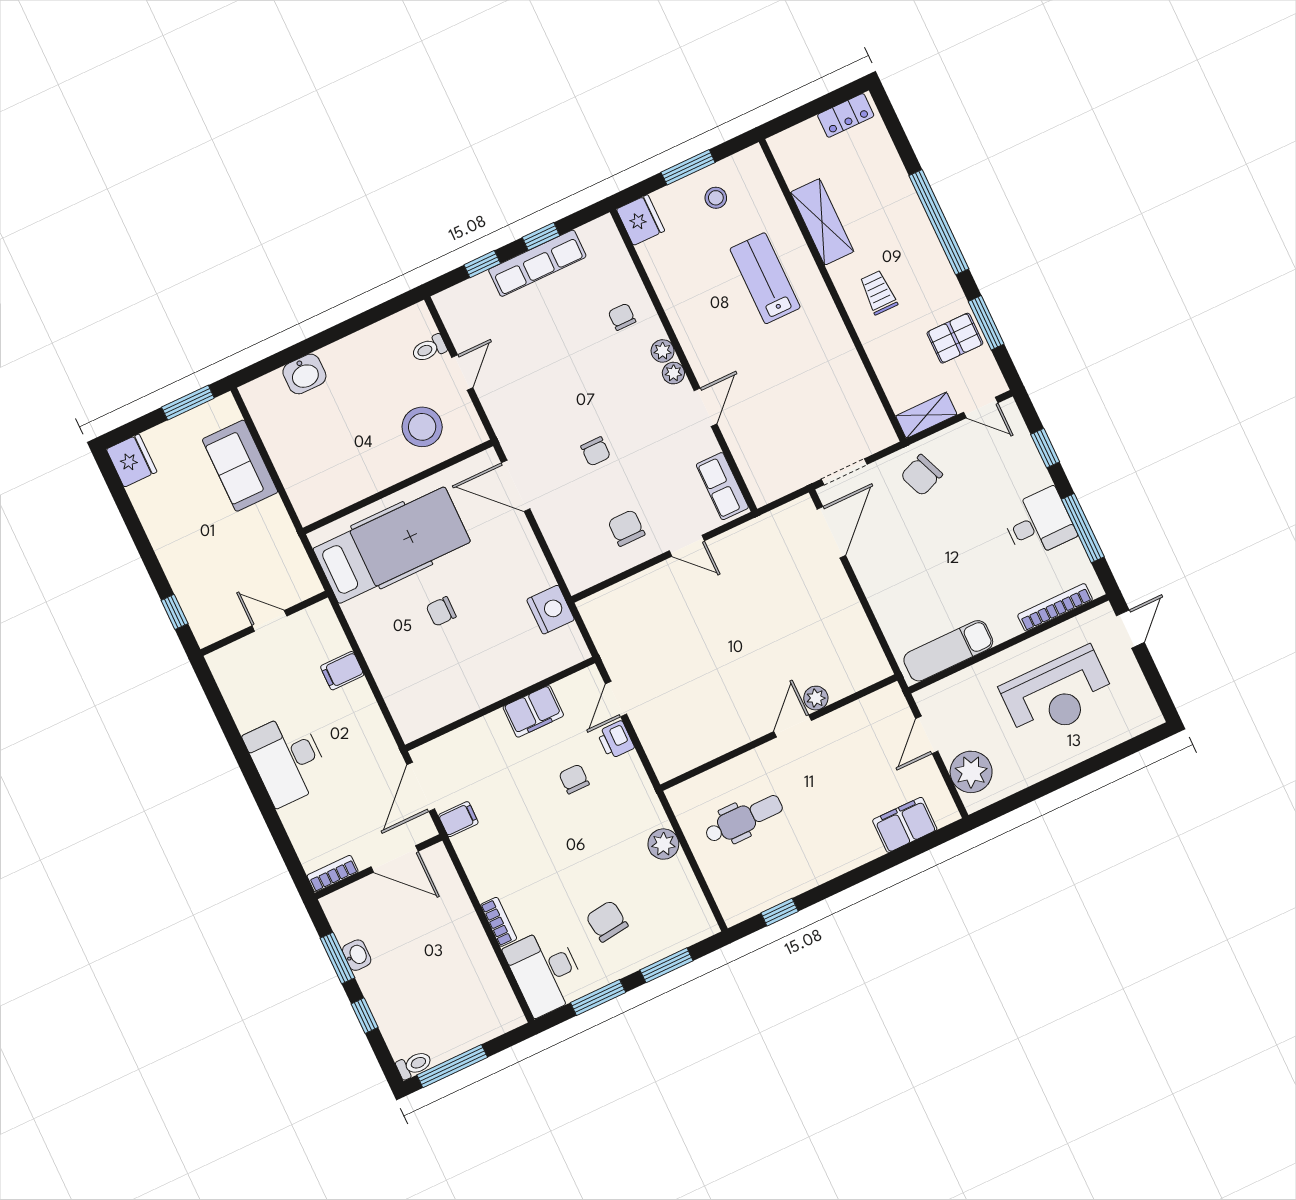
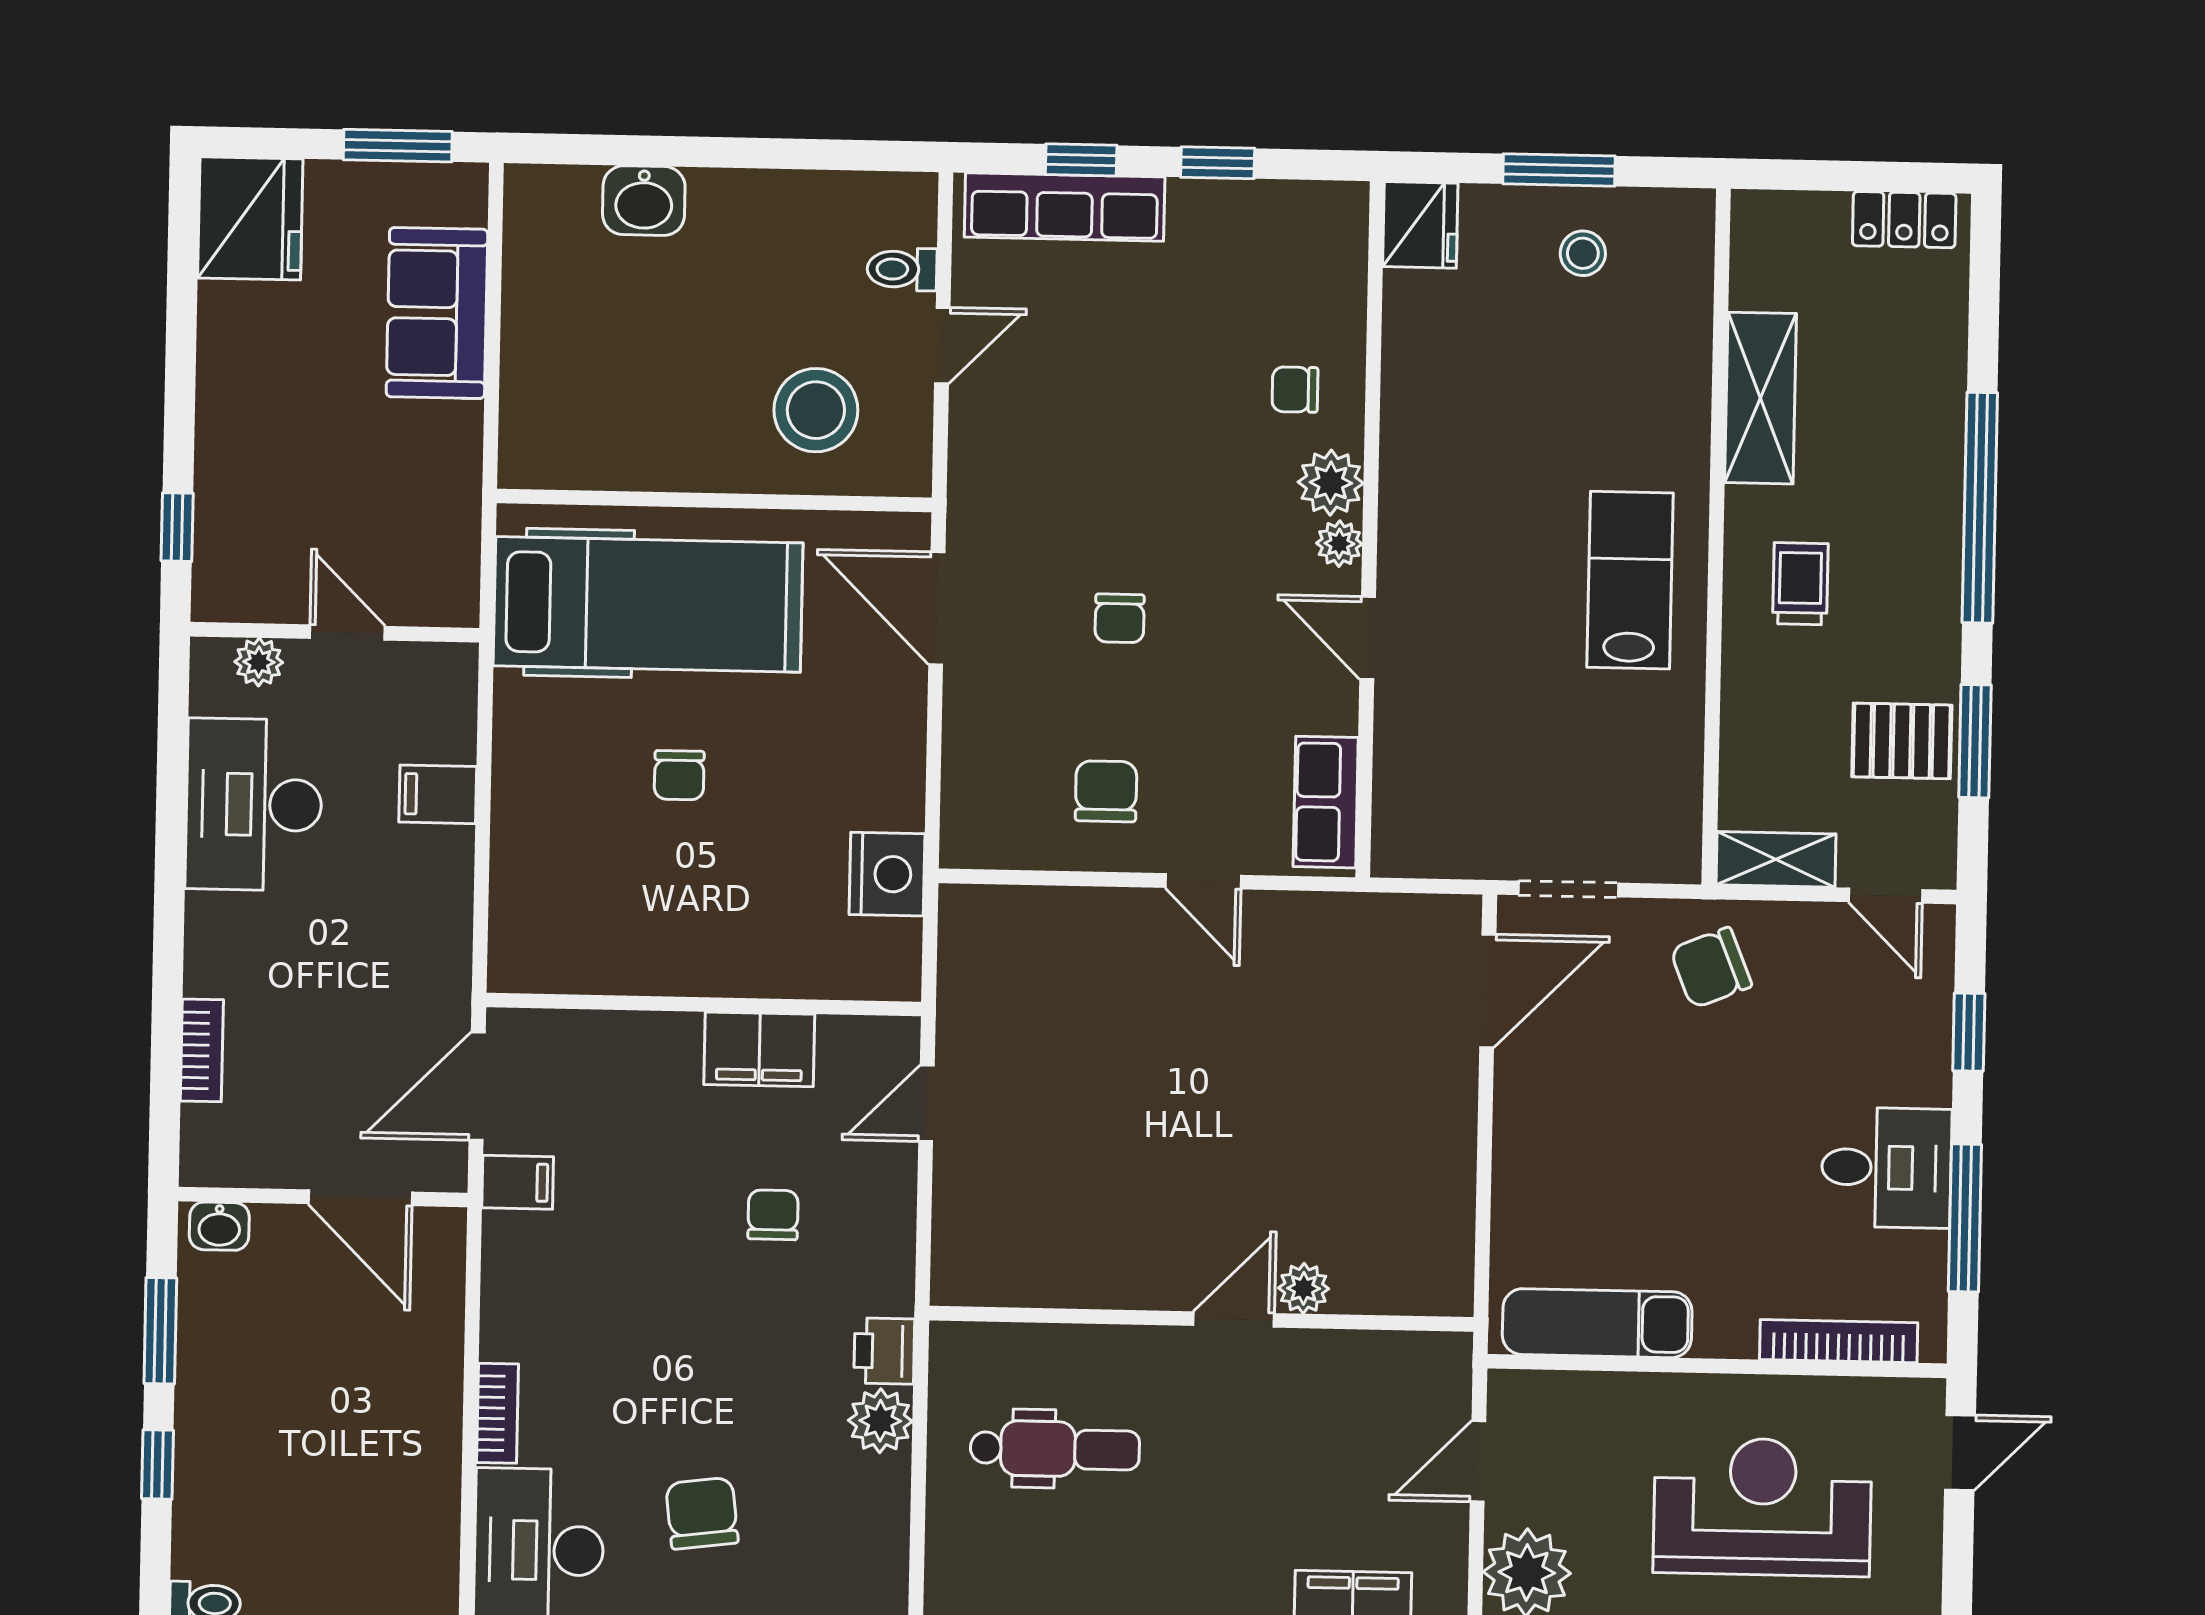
row of seats: (537, 263) -> (1065, 207), moved
lab bench: (765, 278) -> (1630, 580), moved
chair: (622, 317) -> (1295, 390), turned -90
plant: (663, 351) -> (1331, 483), width x1.38, depth x1.38
door: (706, 407) -> (1368, 638), swing flipped
fridge: (132, 461) -> (250, 218), width x1.36, depth x1.34
chair: (441, 611) -> (679, 775), turned -90
plant: (238, 652) -> (259, 662), added
reception desk: (1058, 694) -> (1762, 1507), turned 180
printer: (616, 740) -> (884, 1351), moved
desk: (287, 759) -> (254, 805), moved
bookcase: (333, 874) -> (202, 1050), moved, turned 90
washbasin: (357, 955) -> (219, 1226), moved, turned 90

